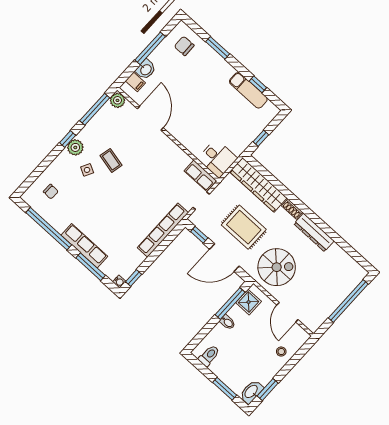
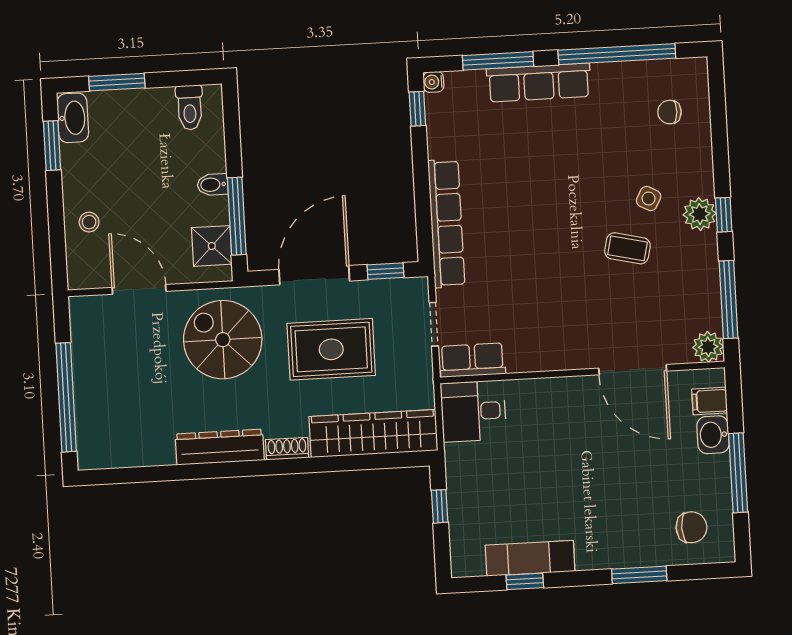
spiral stairs: (277, 267) -> (223, 340), turned 90

